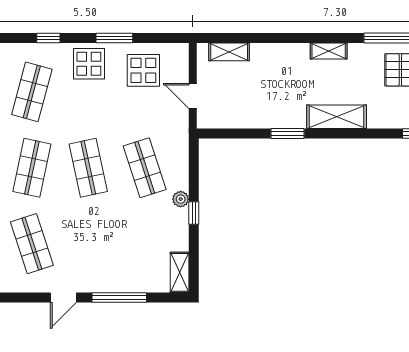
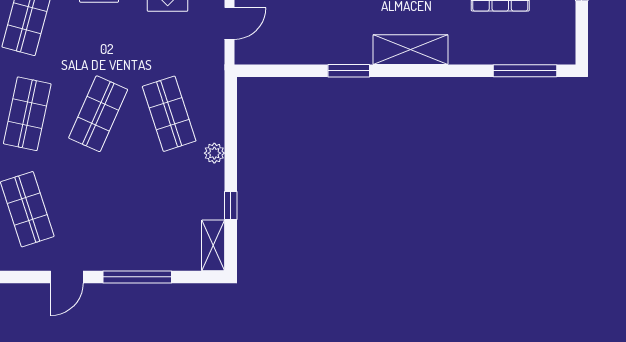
door: (193, 96) -> (230, 24), swing flipped
shop shelf: (88, 168) -> (98, 114), turned 36
window: (194, 213) -> (231, 206), moved

